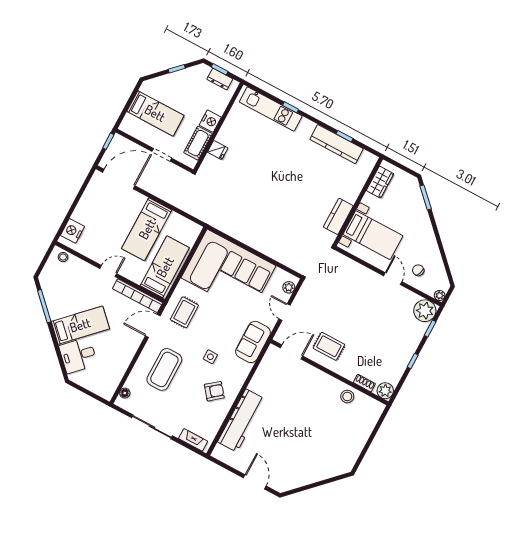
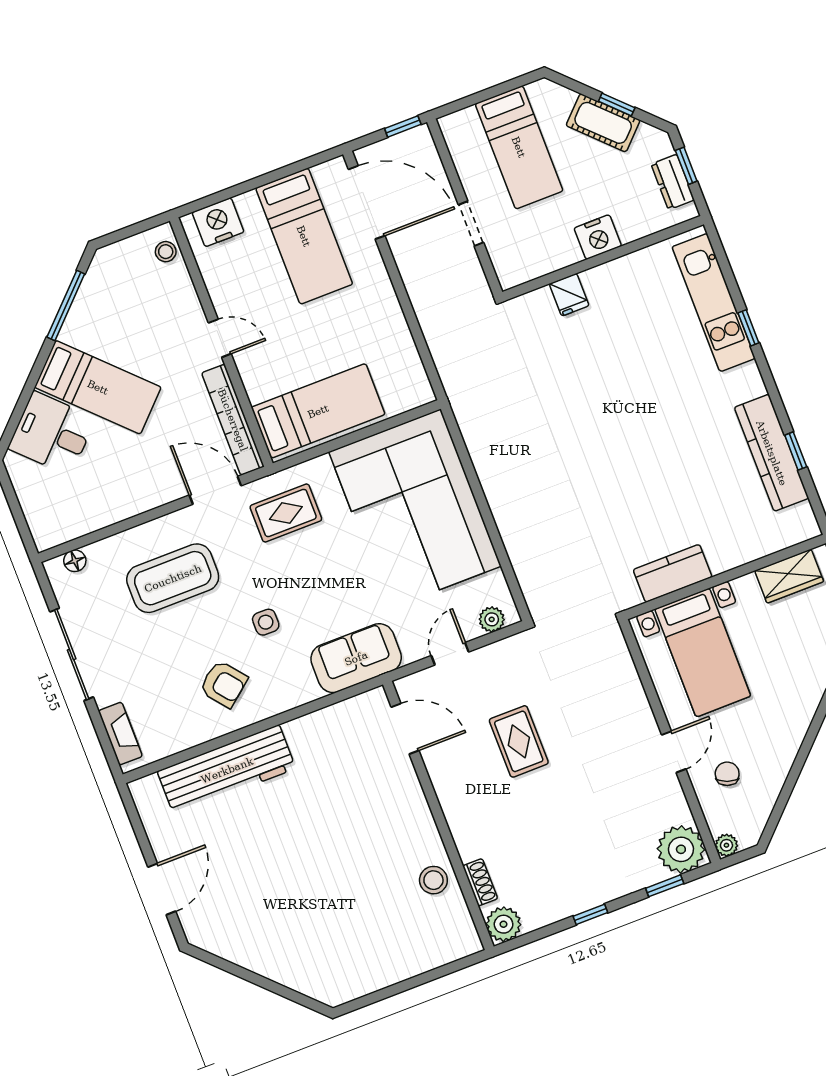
cot: (198, 143) -> (603, 123), moved, turned 45
bed: (147, 229) -> (304, 236), moved, turned -90
rug: (329, 346) -> (519, 741), moved

